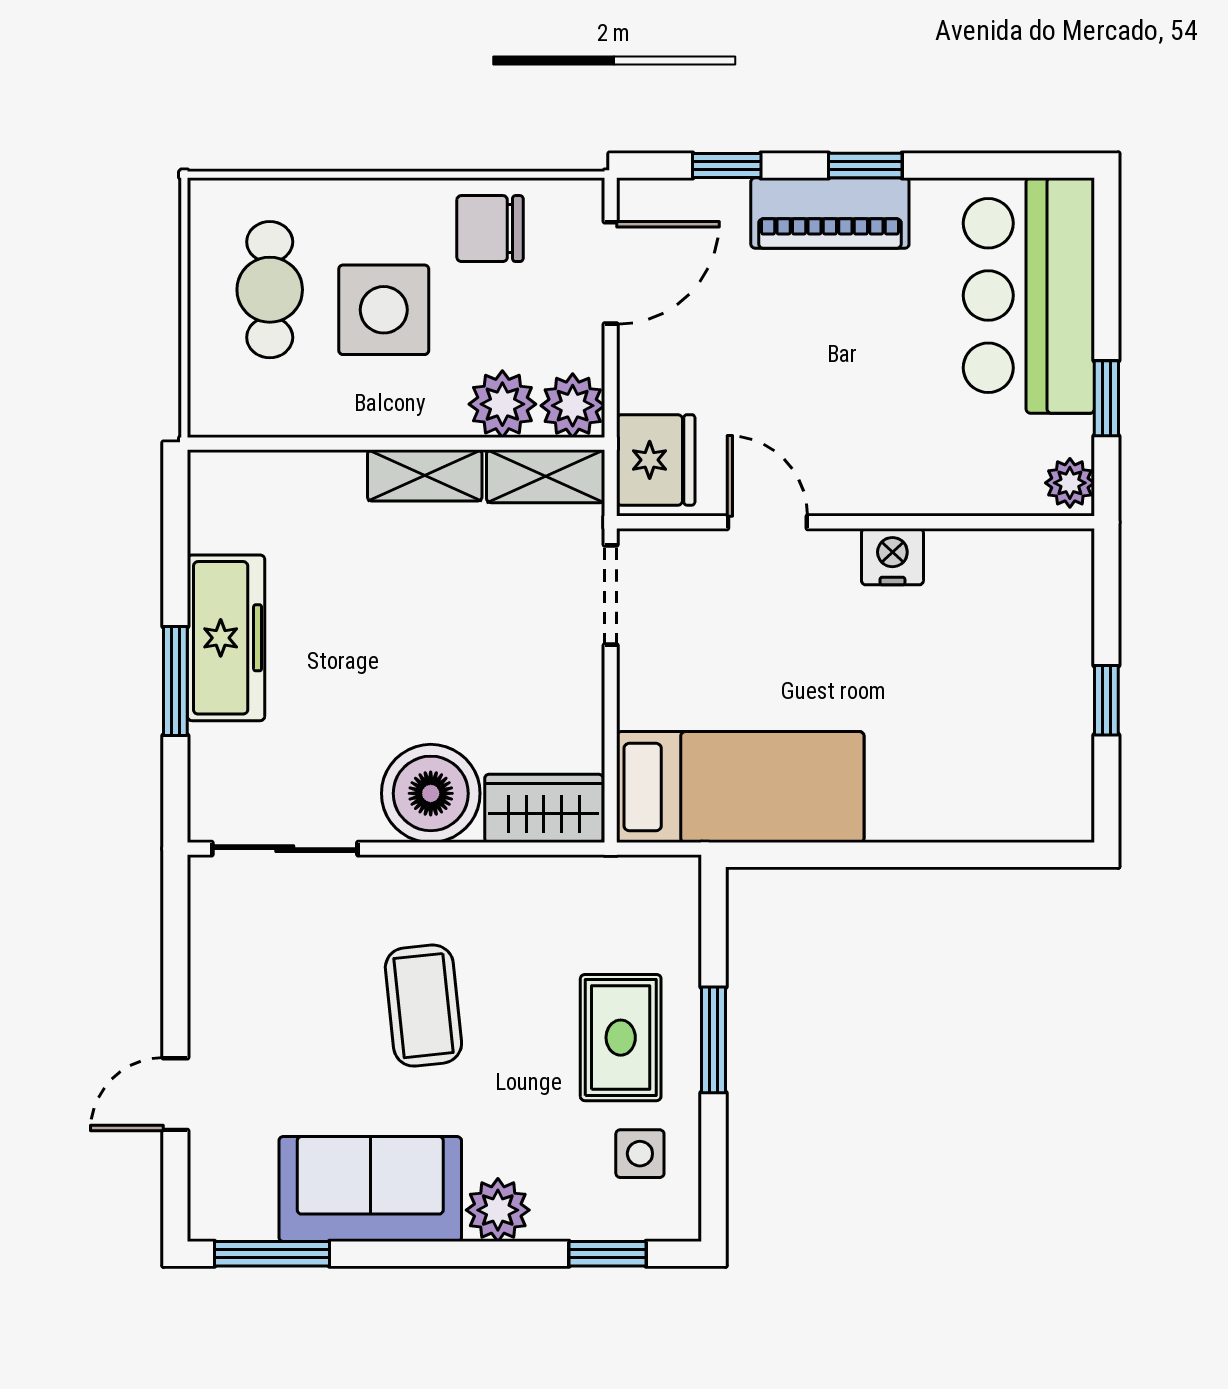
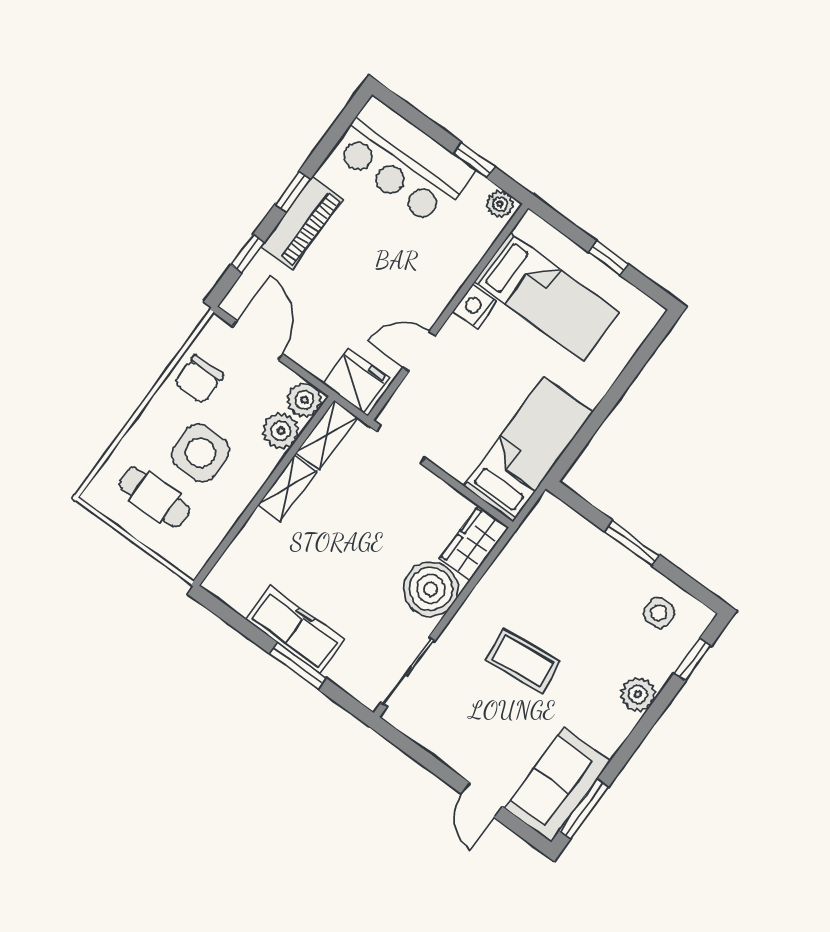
bed: (983, 651) -> (547, 297), added
rug: (621, 1038) -> (601, 584), removed
sofa: (370, 1189) -> (557, 785), moved

